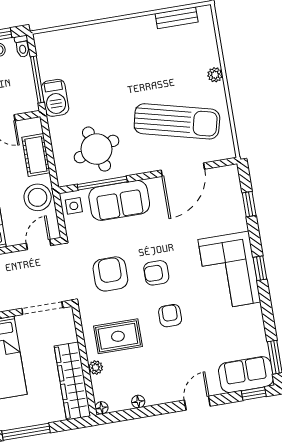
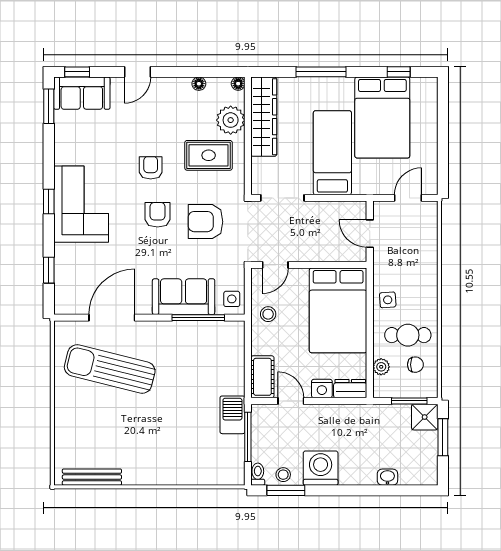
bench: (177, 18) -> (92, 477), width x1.36
plant: (215, 75) -> (62, 411), removed
round table: (97, 149) -> (198, 354), removed
cot: (36, 155) -> (262, 377), moved
stool: (38, 197) -> (268, 314), width x0.53, depth x0.53
armchair: (156, 273) -> (158, 215), turned -90
armchair: (110, 274) -> (206, 222), turned 90
armchair: (170, 316) -> (151, 168), turned 180
plant: (96, 367) -> (231, 120), width x1.88, depth x1.88

